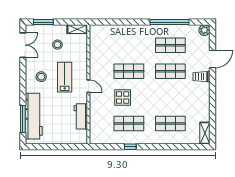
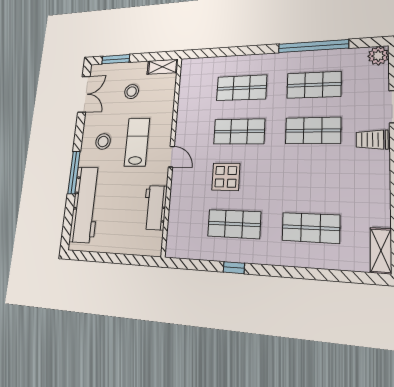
shop shelf: (129, 45) -> (241, 88), added
window: (23, 119) -> (74, 172), moved

